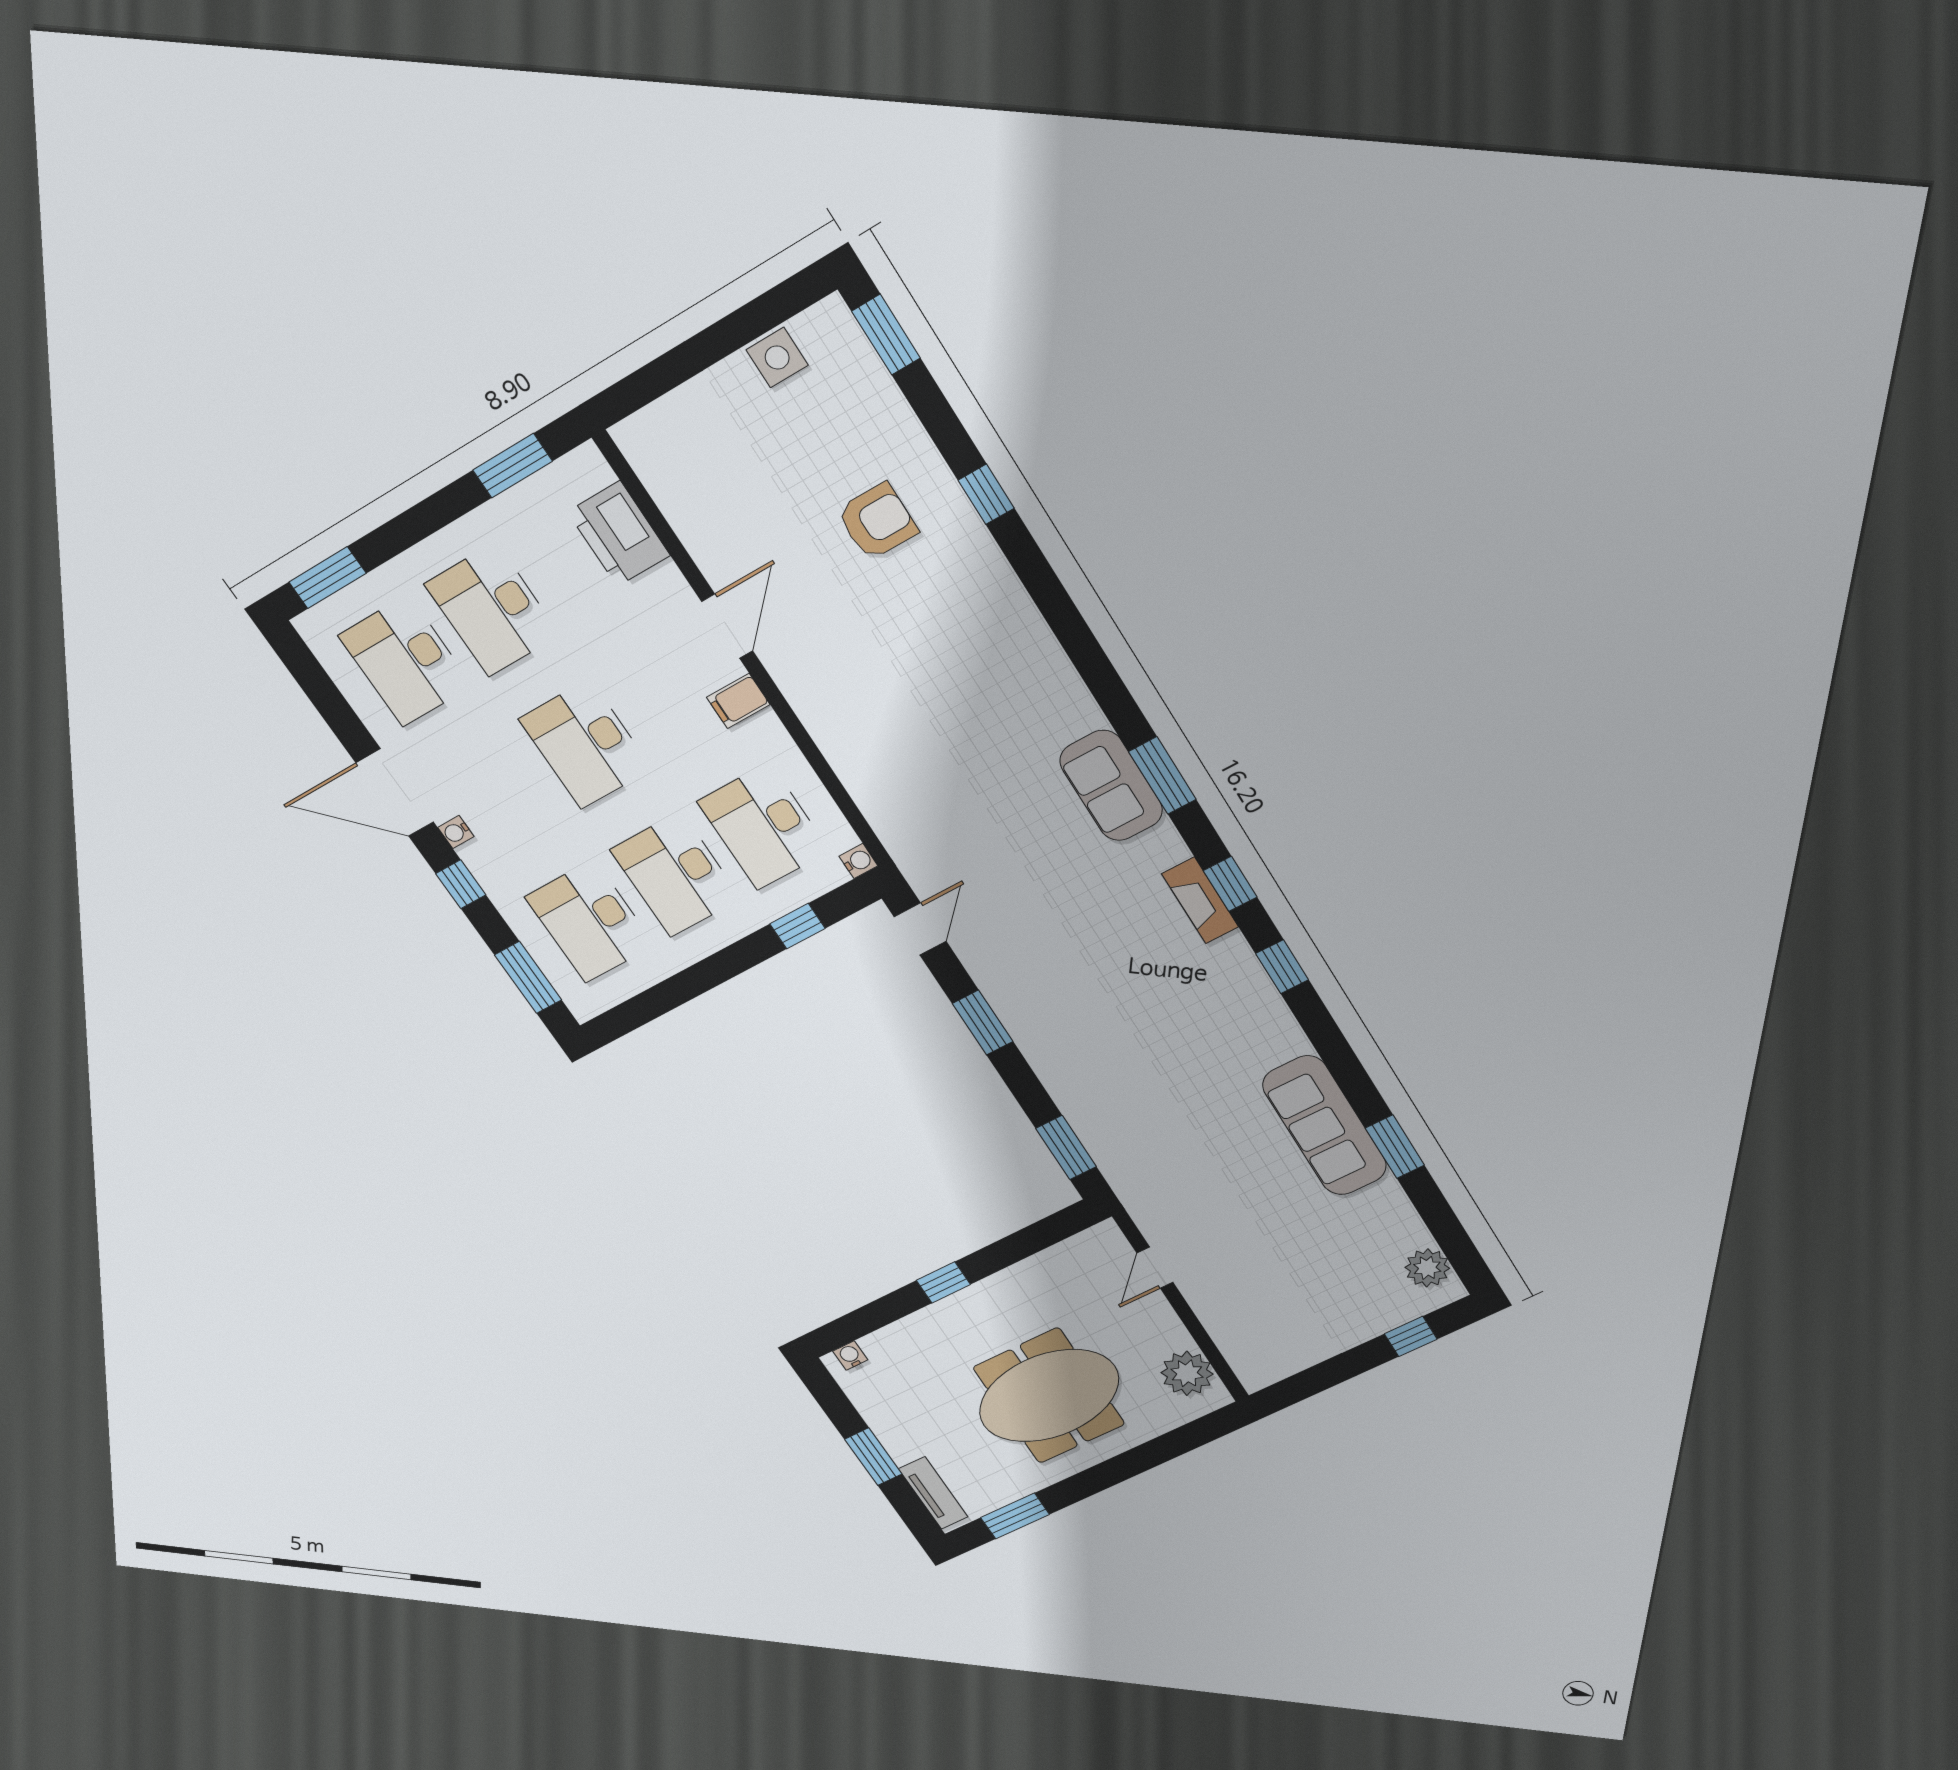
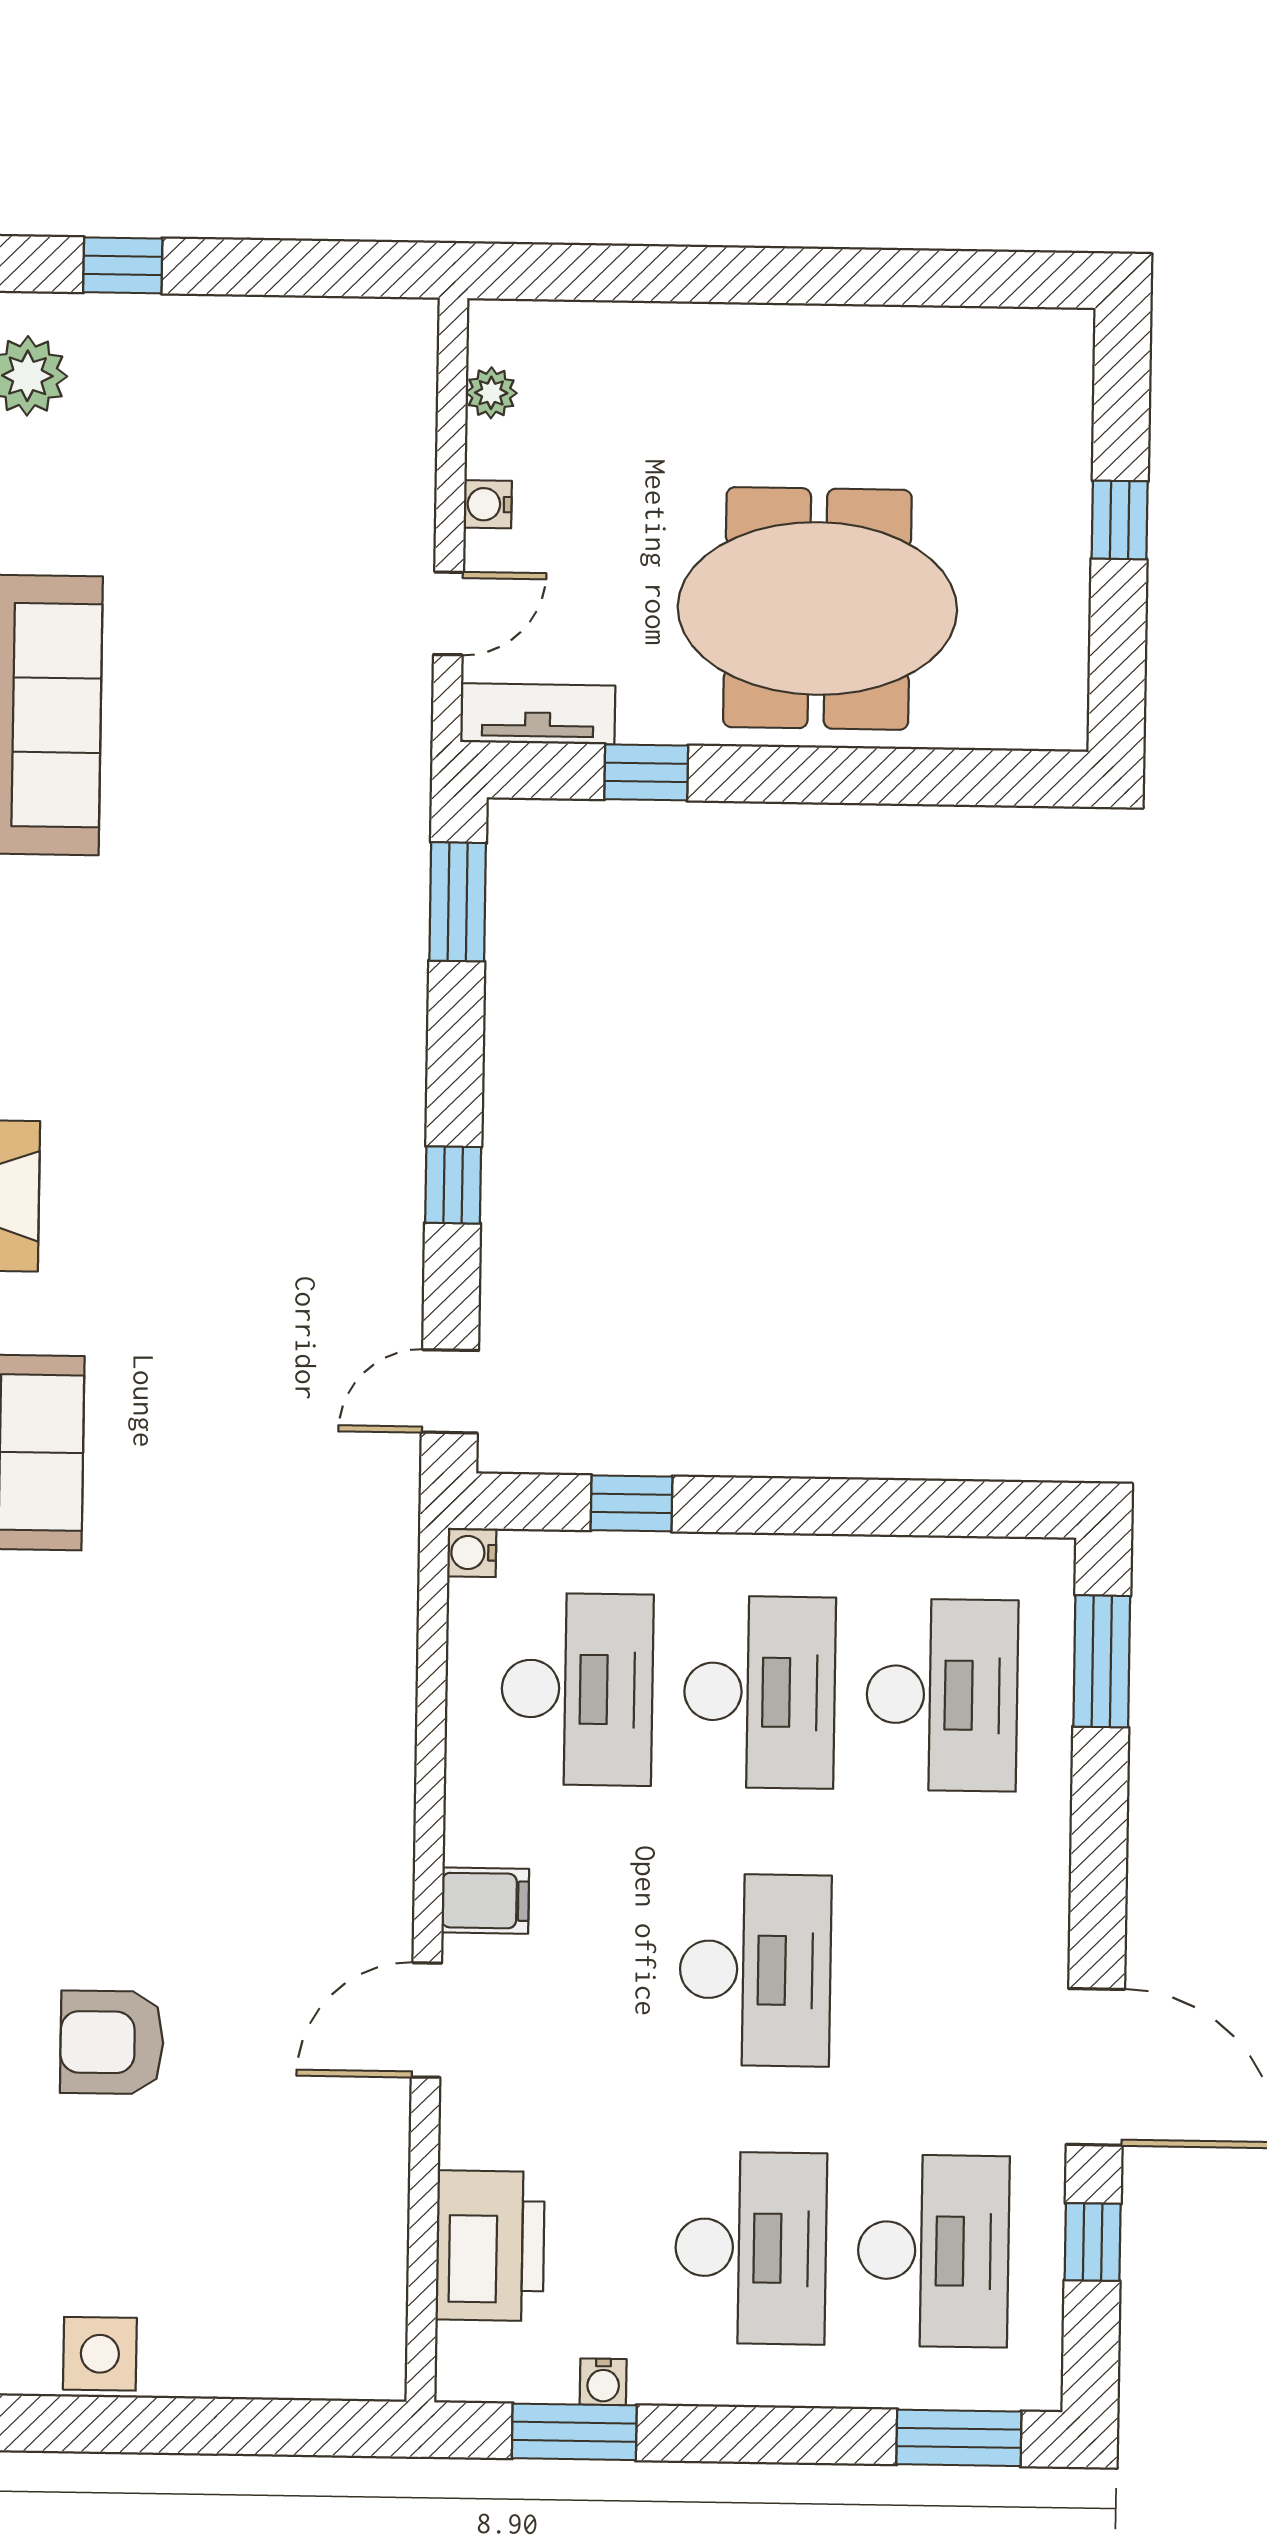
water cooler: (456, 832) -> (603, 2382), moved, turned 90
window: (461, 884) -> (1093, 2242), moved
window: (983, 1023) -> (453, 1185), width x0.67
window: (943, 1282) -> (646, 772), moved
water cooler: (850, 1355) -> (488, 504), moved, turned 90
plant: (1187, 1373) -> (491, 393), width x0.53, depth x0.53
meeting table: (1049, 1396) -> (817, 608), moved
window: (873, 1457) -> (1120, 520), width x0.67
tv unit: (933, 1493) -> (538, 714), moved, turned 90
window: (1015, 1516) -> (958, 278), removed

